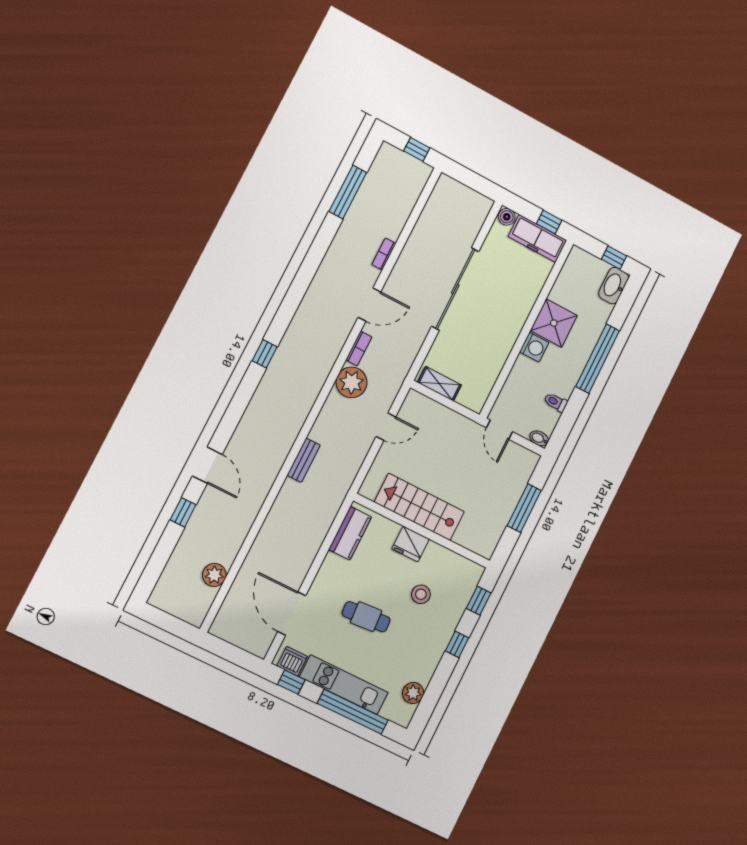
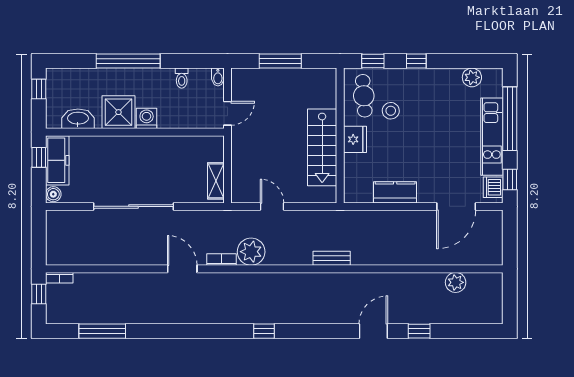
bookcase: (384, 254) -> (59, 278), moved
washbasin: (614, 286) -> (78, 119), moved, turned 180
kitchen counter: (350, 533) -> (395, 192), moved
cafe table: (366, 617) -> (364, 96), moved

